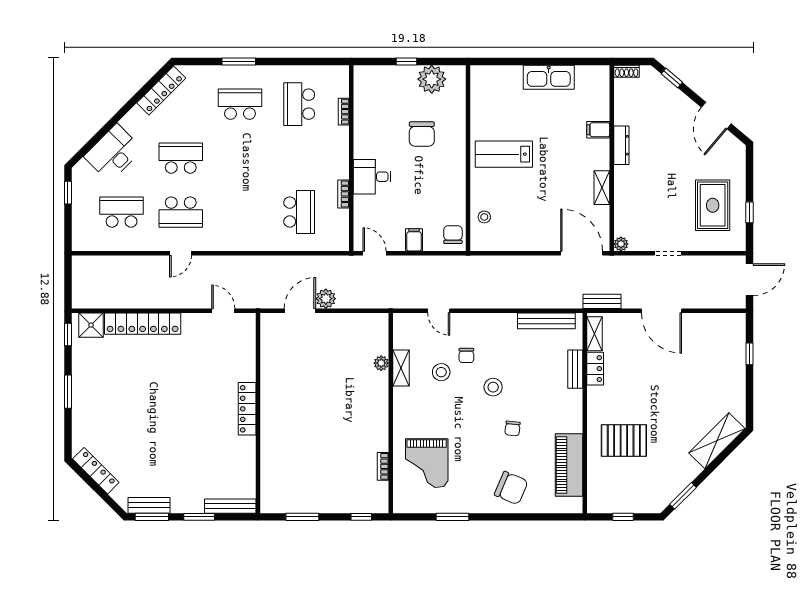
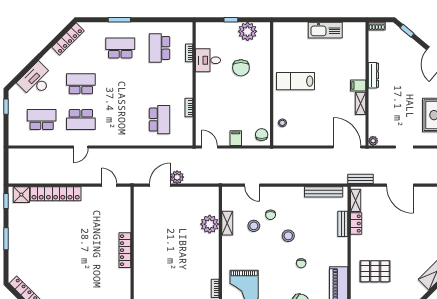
filing cabinet: (598, 130) -> (358, 86), moved
desk: (372, 177) -> (208, 60), moved
plant: (381, 363) -> (210, 224), width x1.88, depth x1.88

